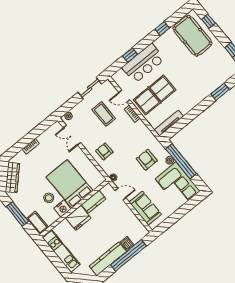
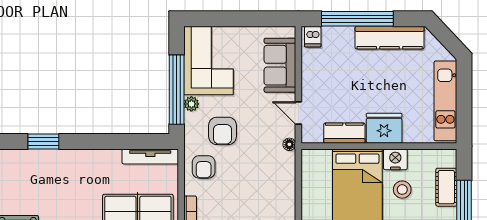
armchair: (104, 151) -> (204, 167), moved
cot: (37, 223) -> (446, 187), moved
dishwasher: (127, 244) -> (313, 37), moved

